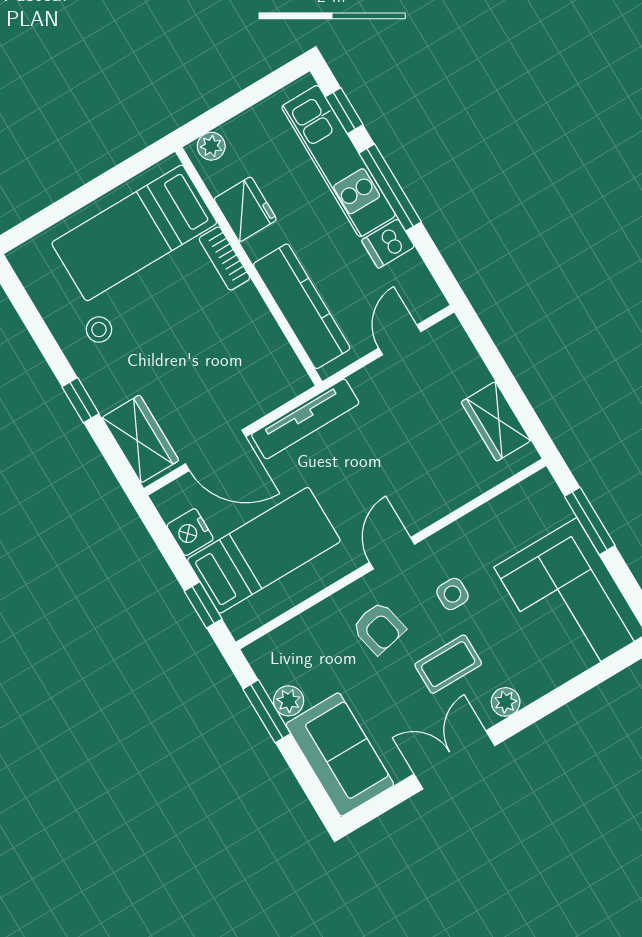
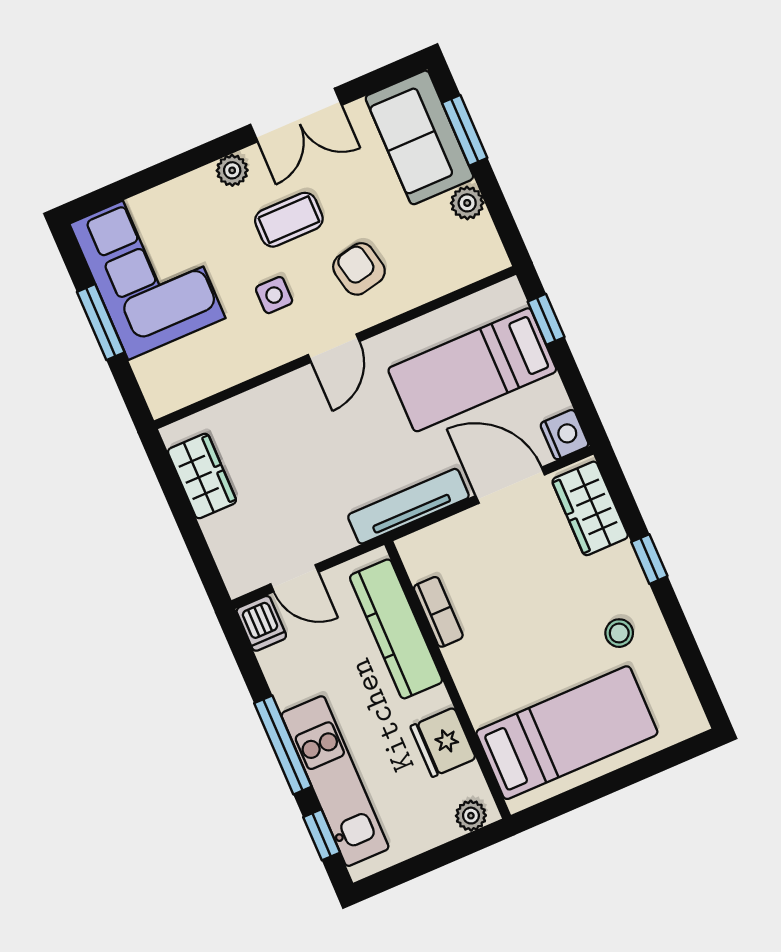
dishwasher: (388, 244) -> (261, 623), moved, turned 90
bookcase: (224, 258) -> (438, 612), moved
door: (400, 340) -> (295, 578), hinge flipped
window: (590, 521) -> (101, 322), moved
nightstand: (190, 532) -> (565, 435), moved
window: (267, 711) -> (465, 130), moved

